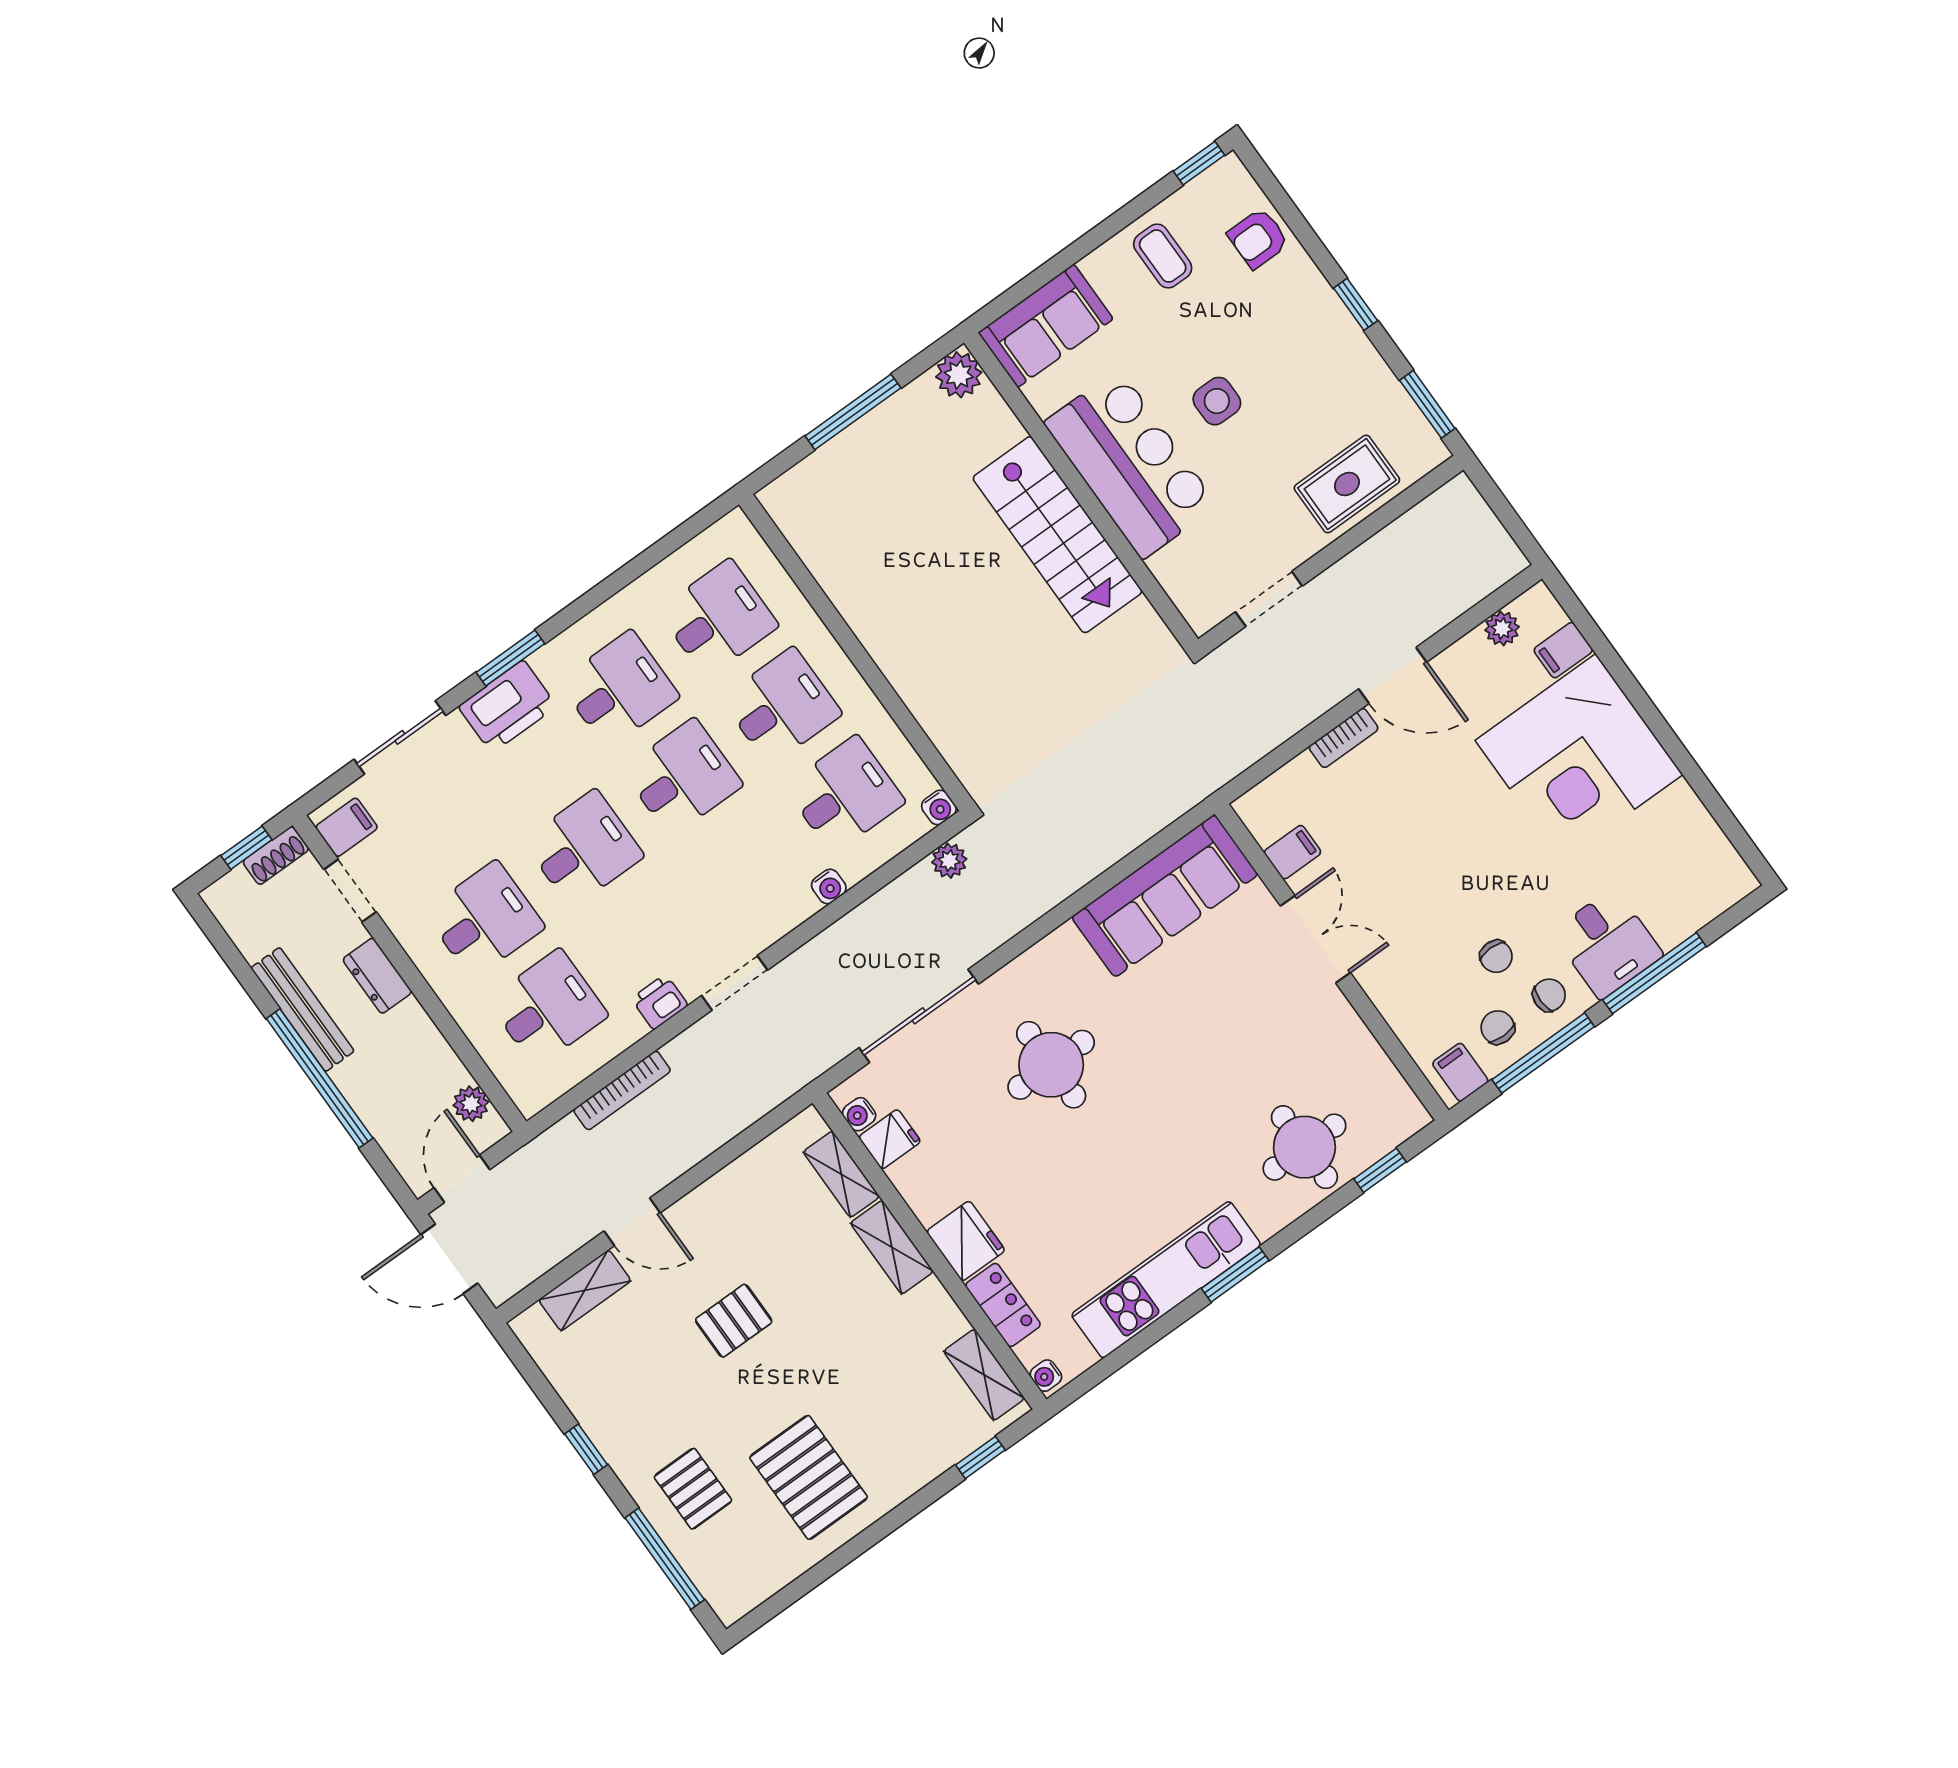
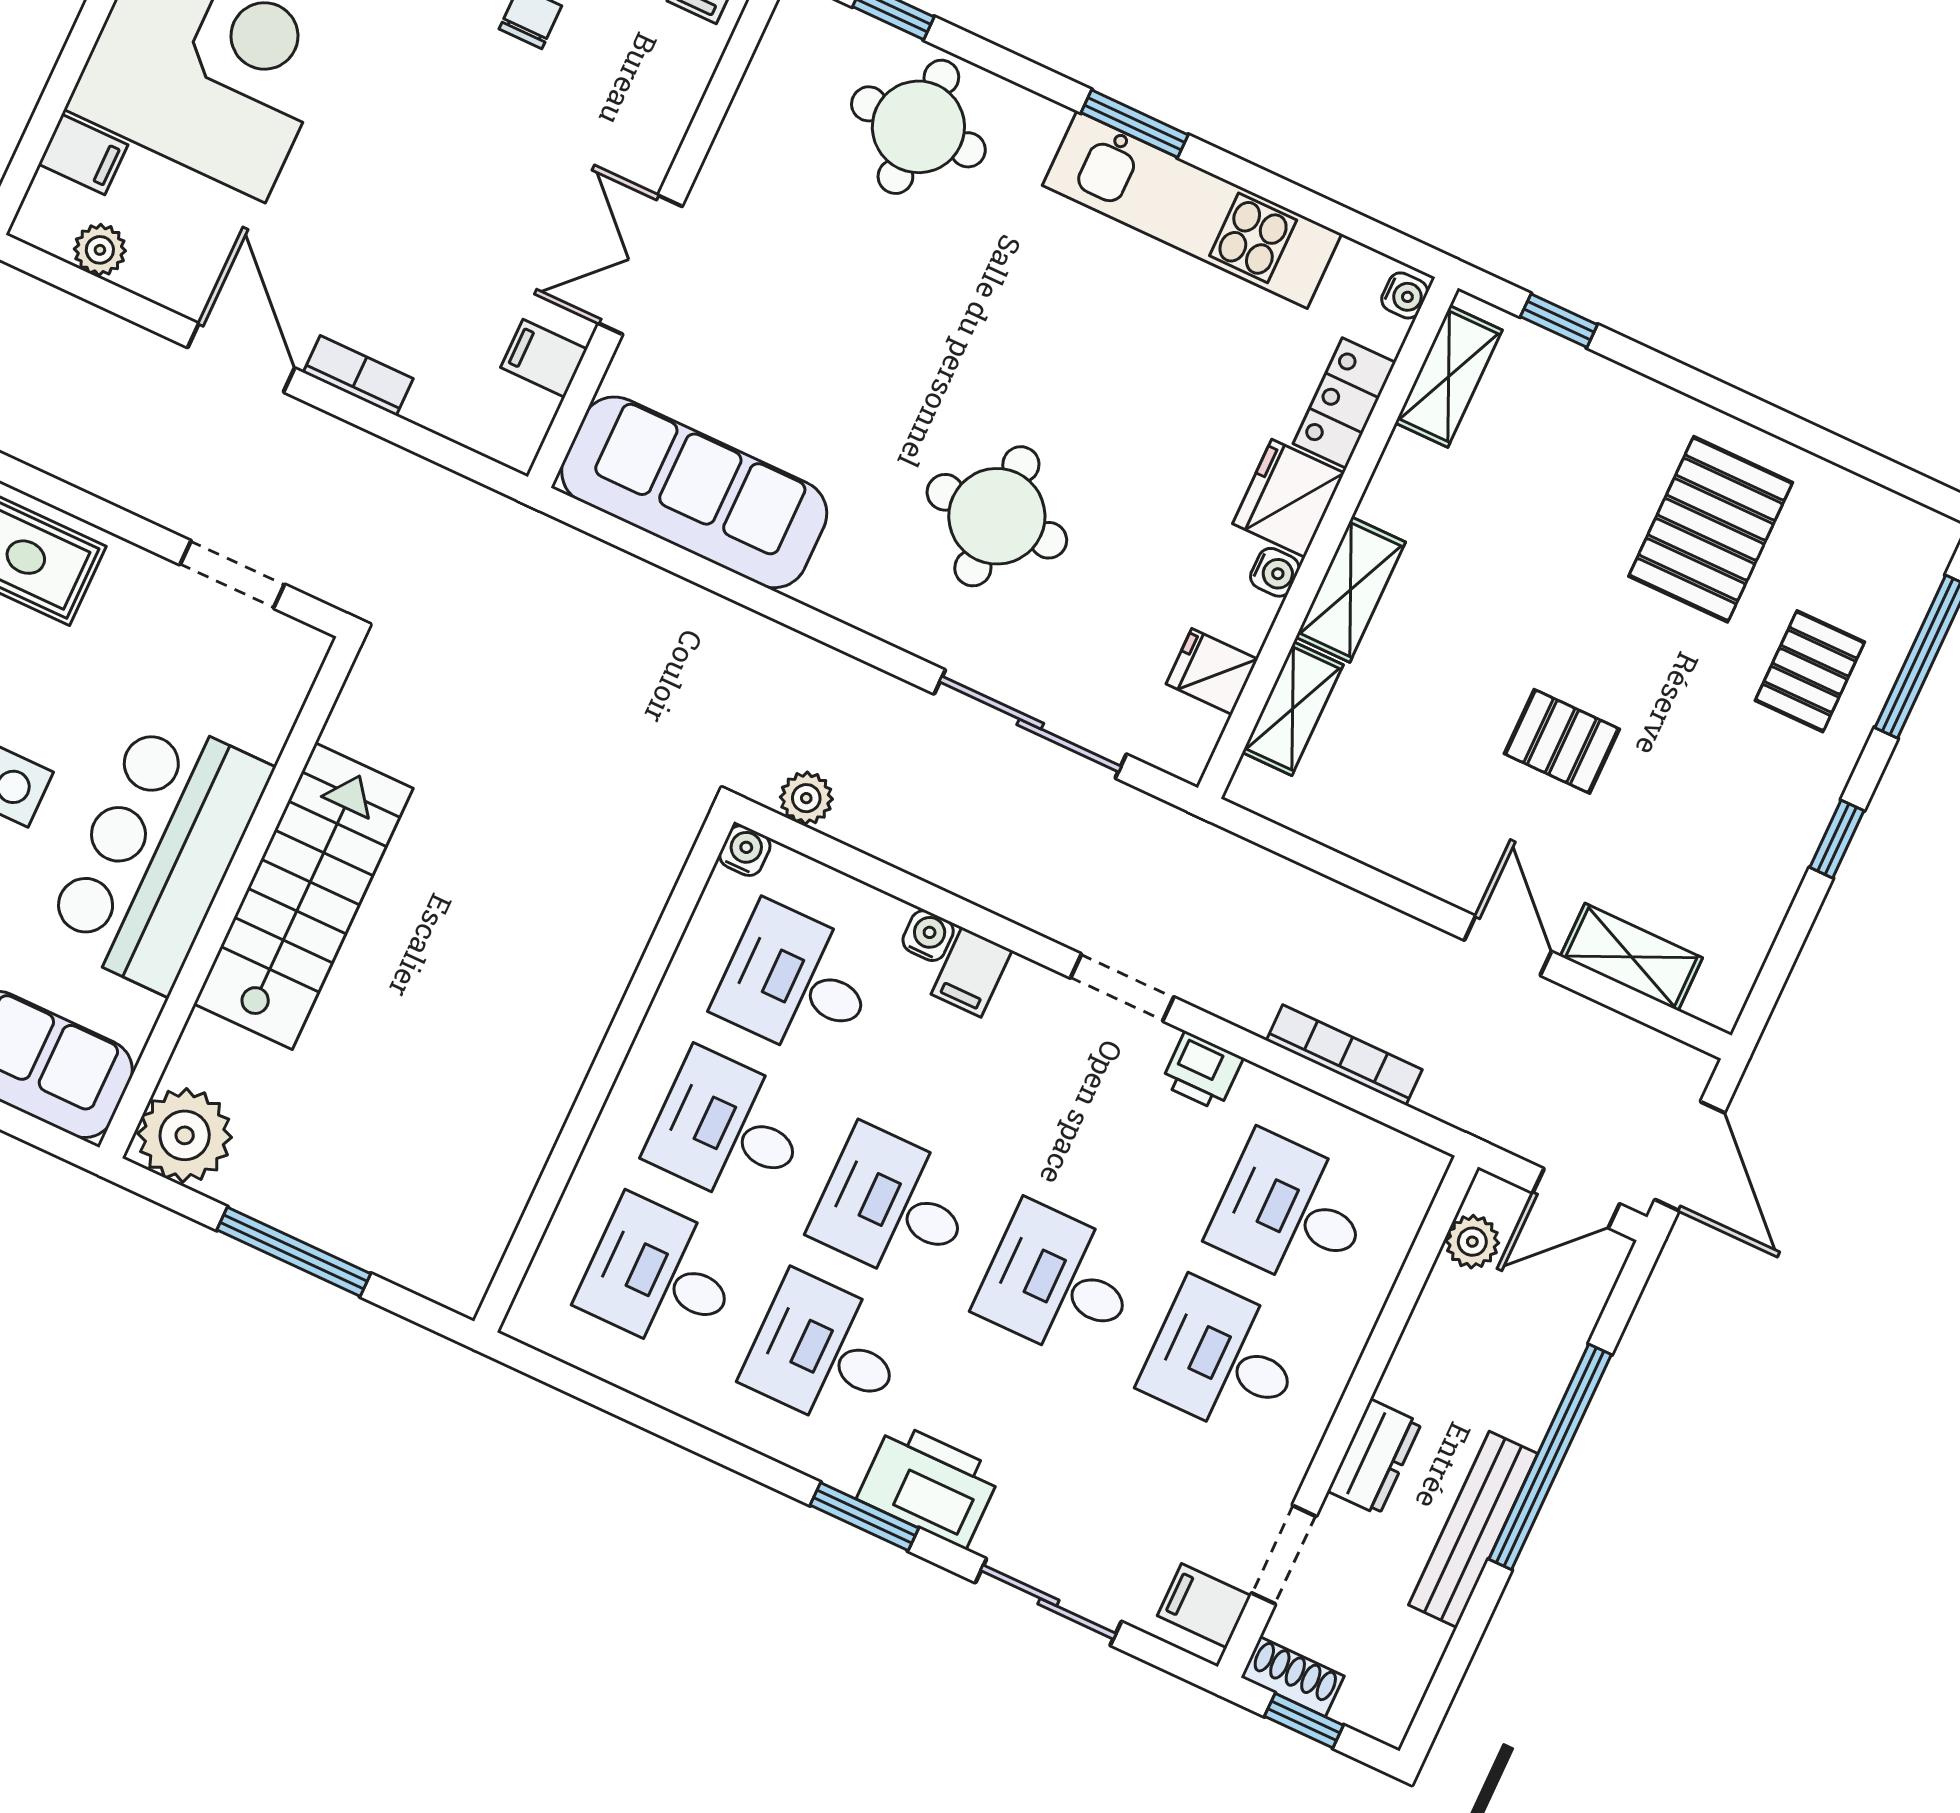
plant: (959, 375) -> (185, 1135), width x1.36, depth x1.36
filing cabinet: (793, 900) -> (972, 972), added
water cooler: (859, 1114) -> (1275, 572), moved

